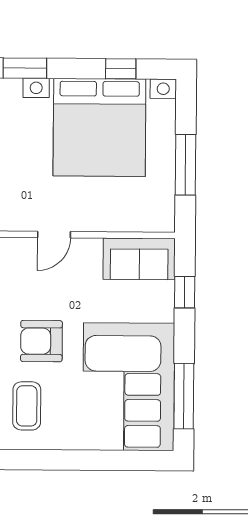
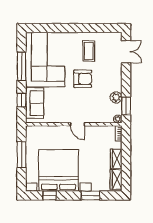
door: (54, 235) -> (78, 124), swing flipped
sofa: (139, 259) -> (35, 103), moved, turned 90
window: (184, 396) -> (22, 66), moved

